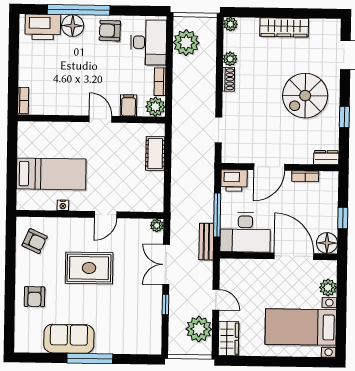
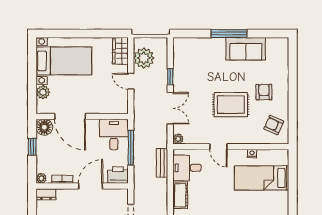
plant: (332, 178) -> (41, 178), added
desk: (146, 188) -> (187, 168), added
door: (106, 215) -> (218, 147), swing flipped
desk: (245, 232) -> (114, 134), width x0.73
bench: (206, 242) -> (162, 163), moved
armchair: (34, 297) -> (264, 92), moved

